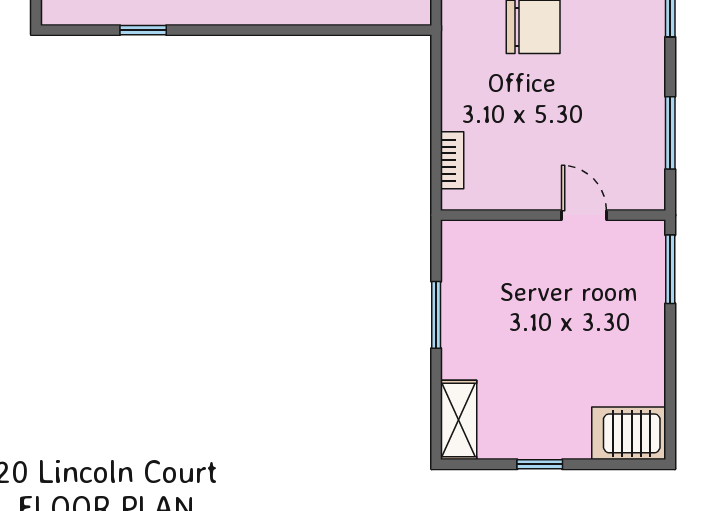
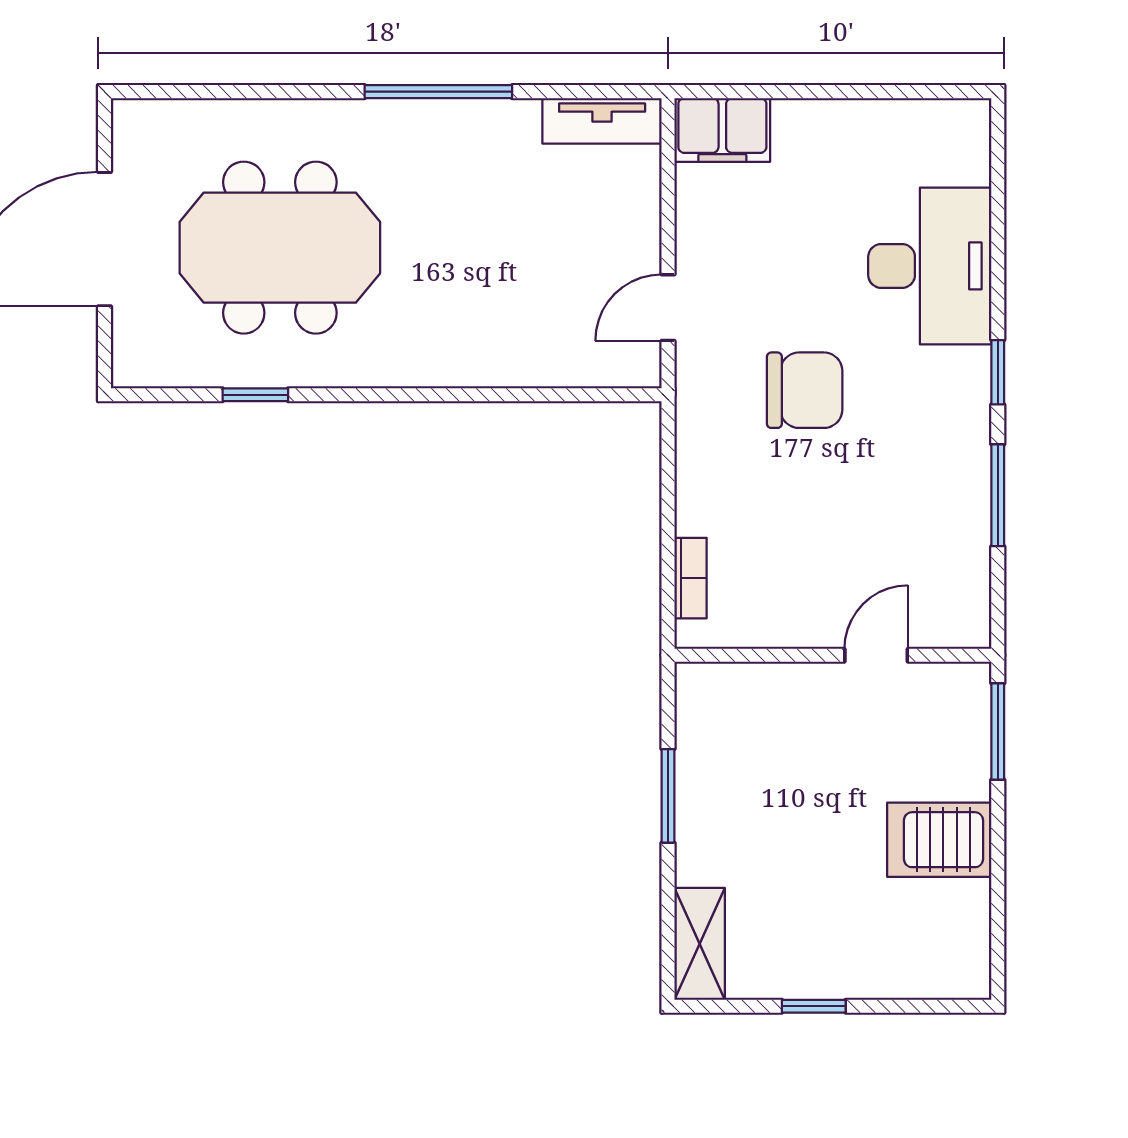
window: (670, 133) -> (998, 495), moved
door: (584, 215) -> (876, 655), hinge flipped
server rack: (629, 433) -> (939, 840), moved

